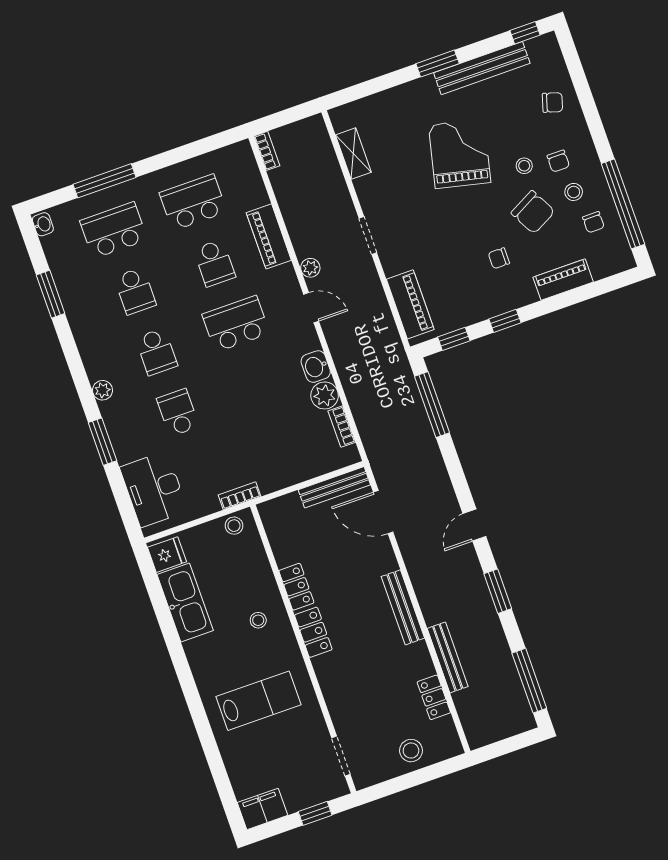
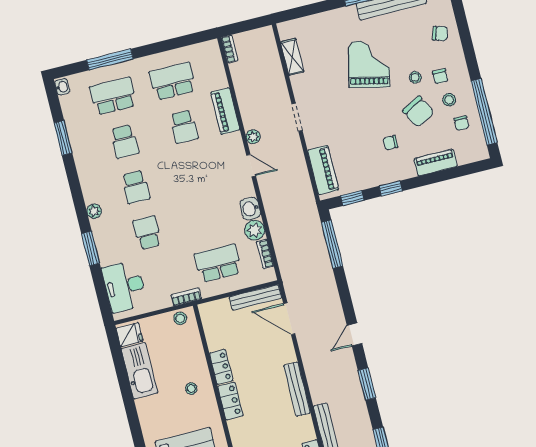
school desk: (236, 324) -> (218, 263), moved

